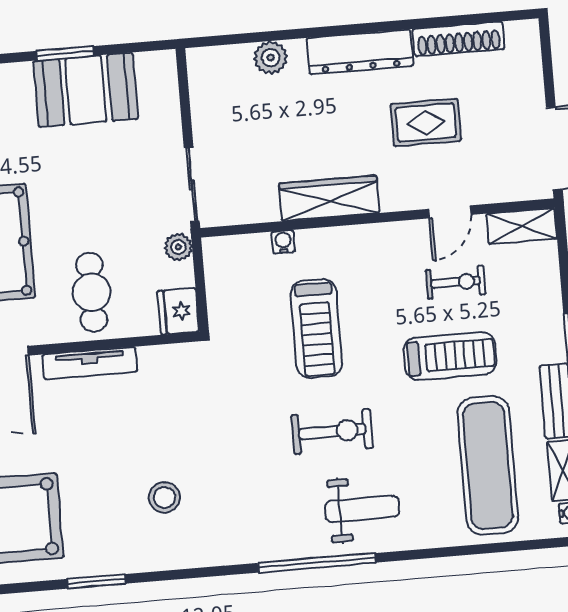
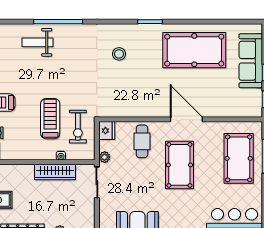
wardrobe: (329, 198) -> (55, 172), moved
tv unit: (90, 363) -> (145, 112), removed
exercise bike: (332, 432) -> (78, 127), moved, turned -90

